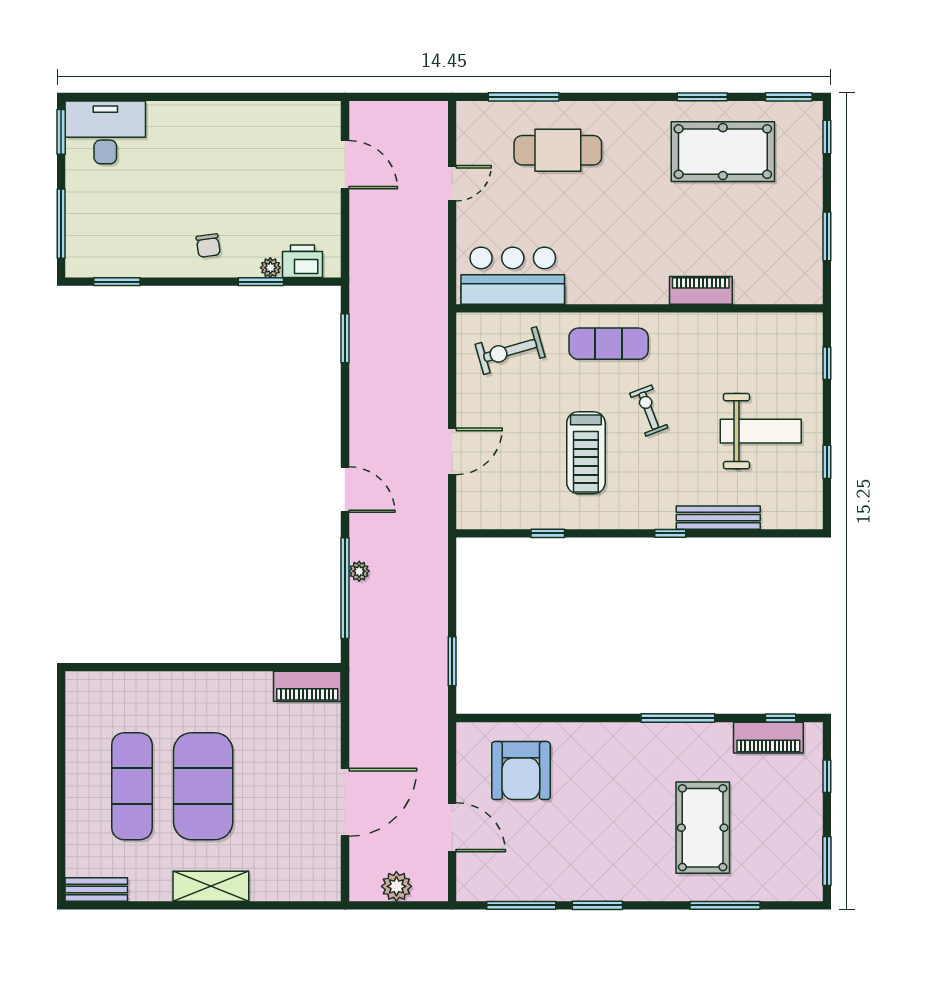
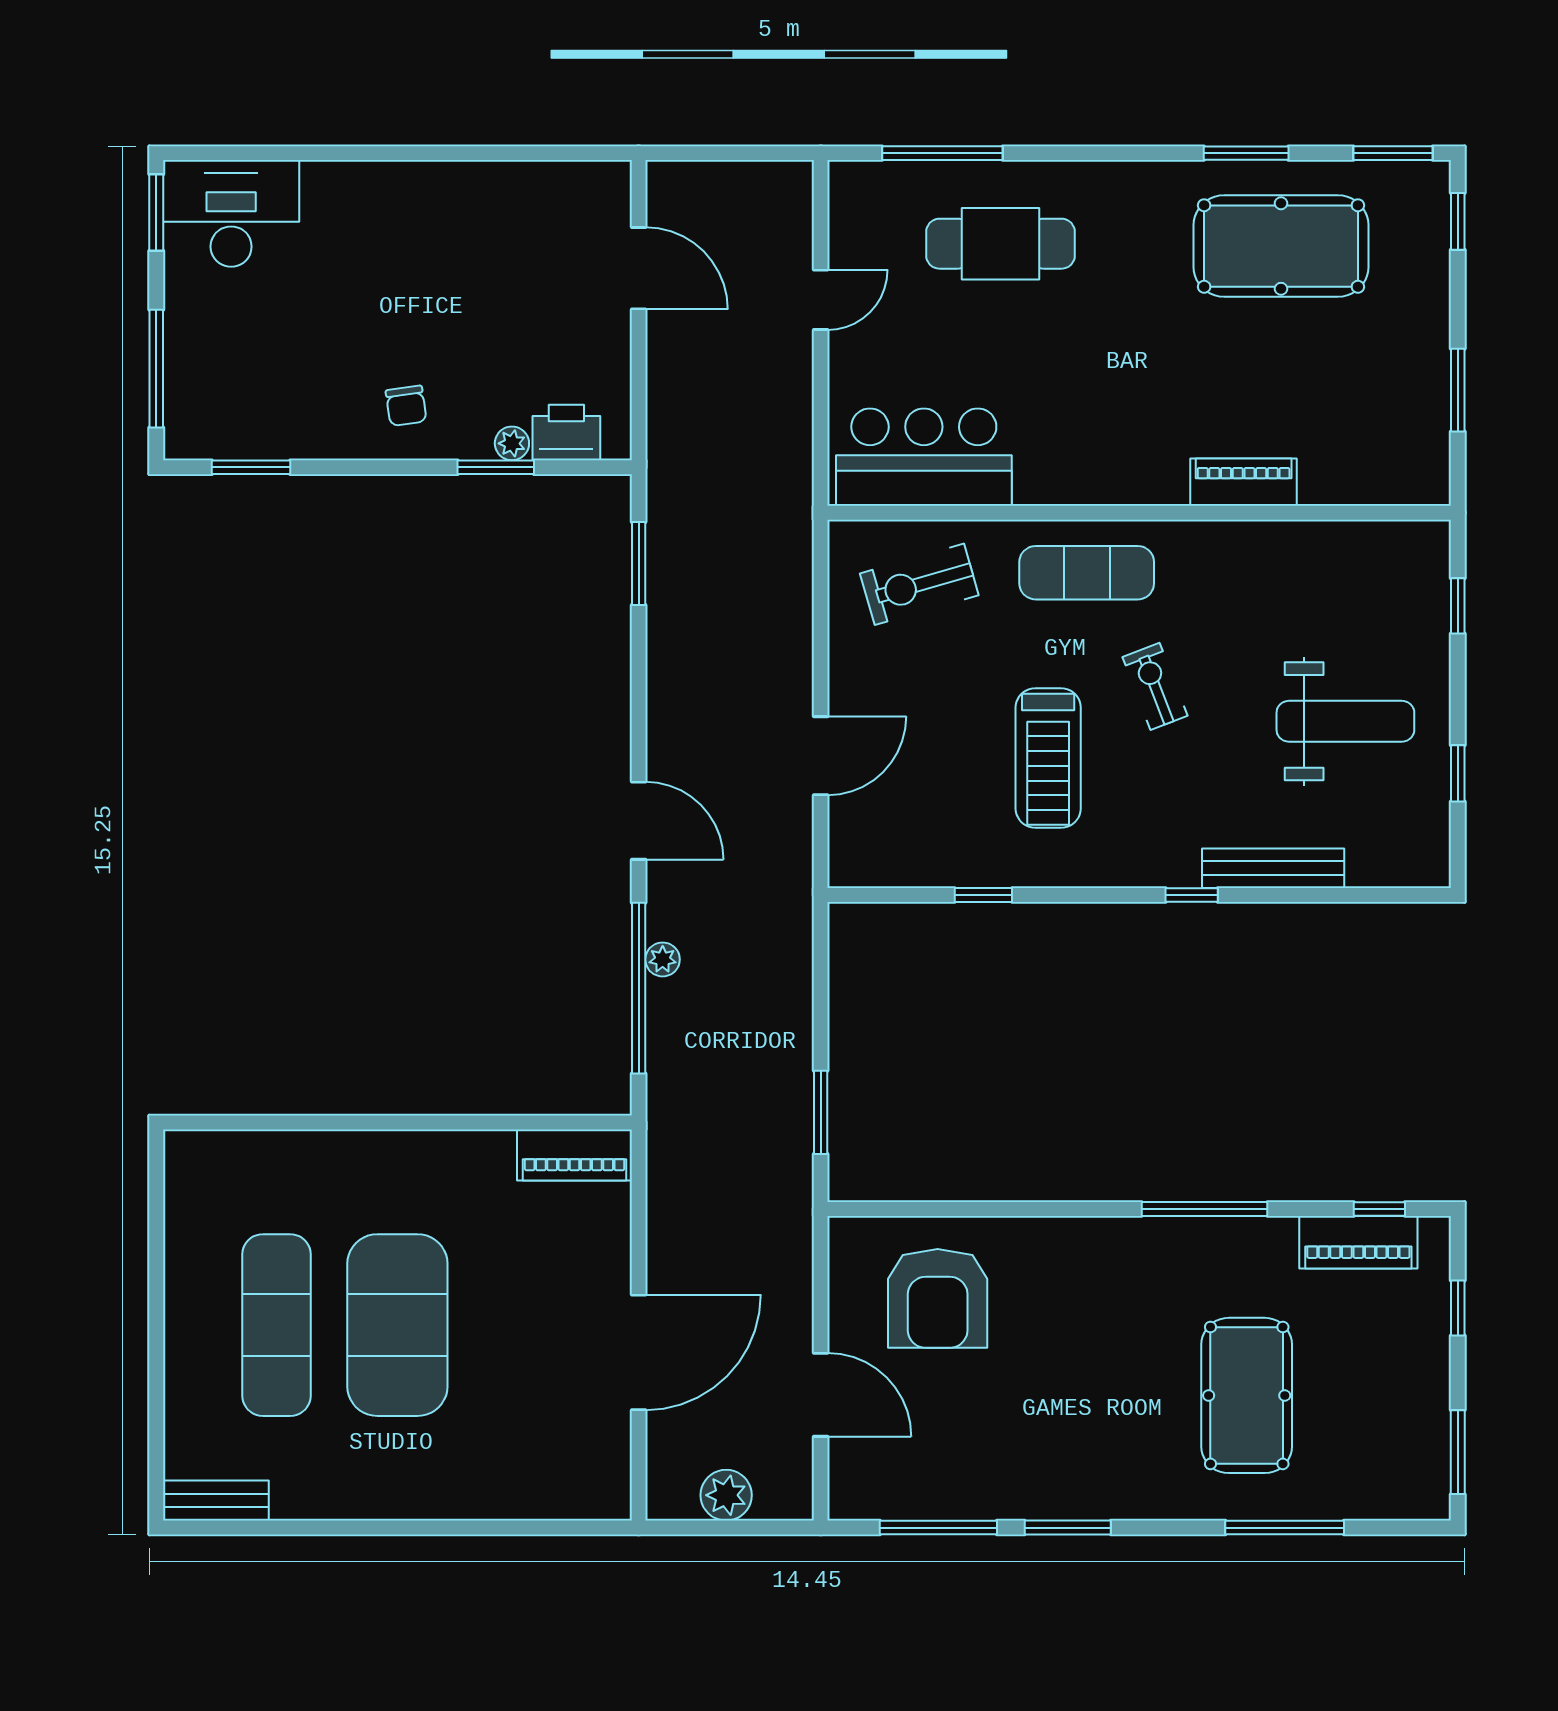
shelving: (211, 886) -> (411, 1495), removed

